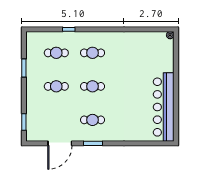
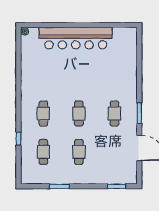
bar counter: (164, 107) -> (76, 38), moved

